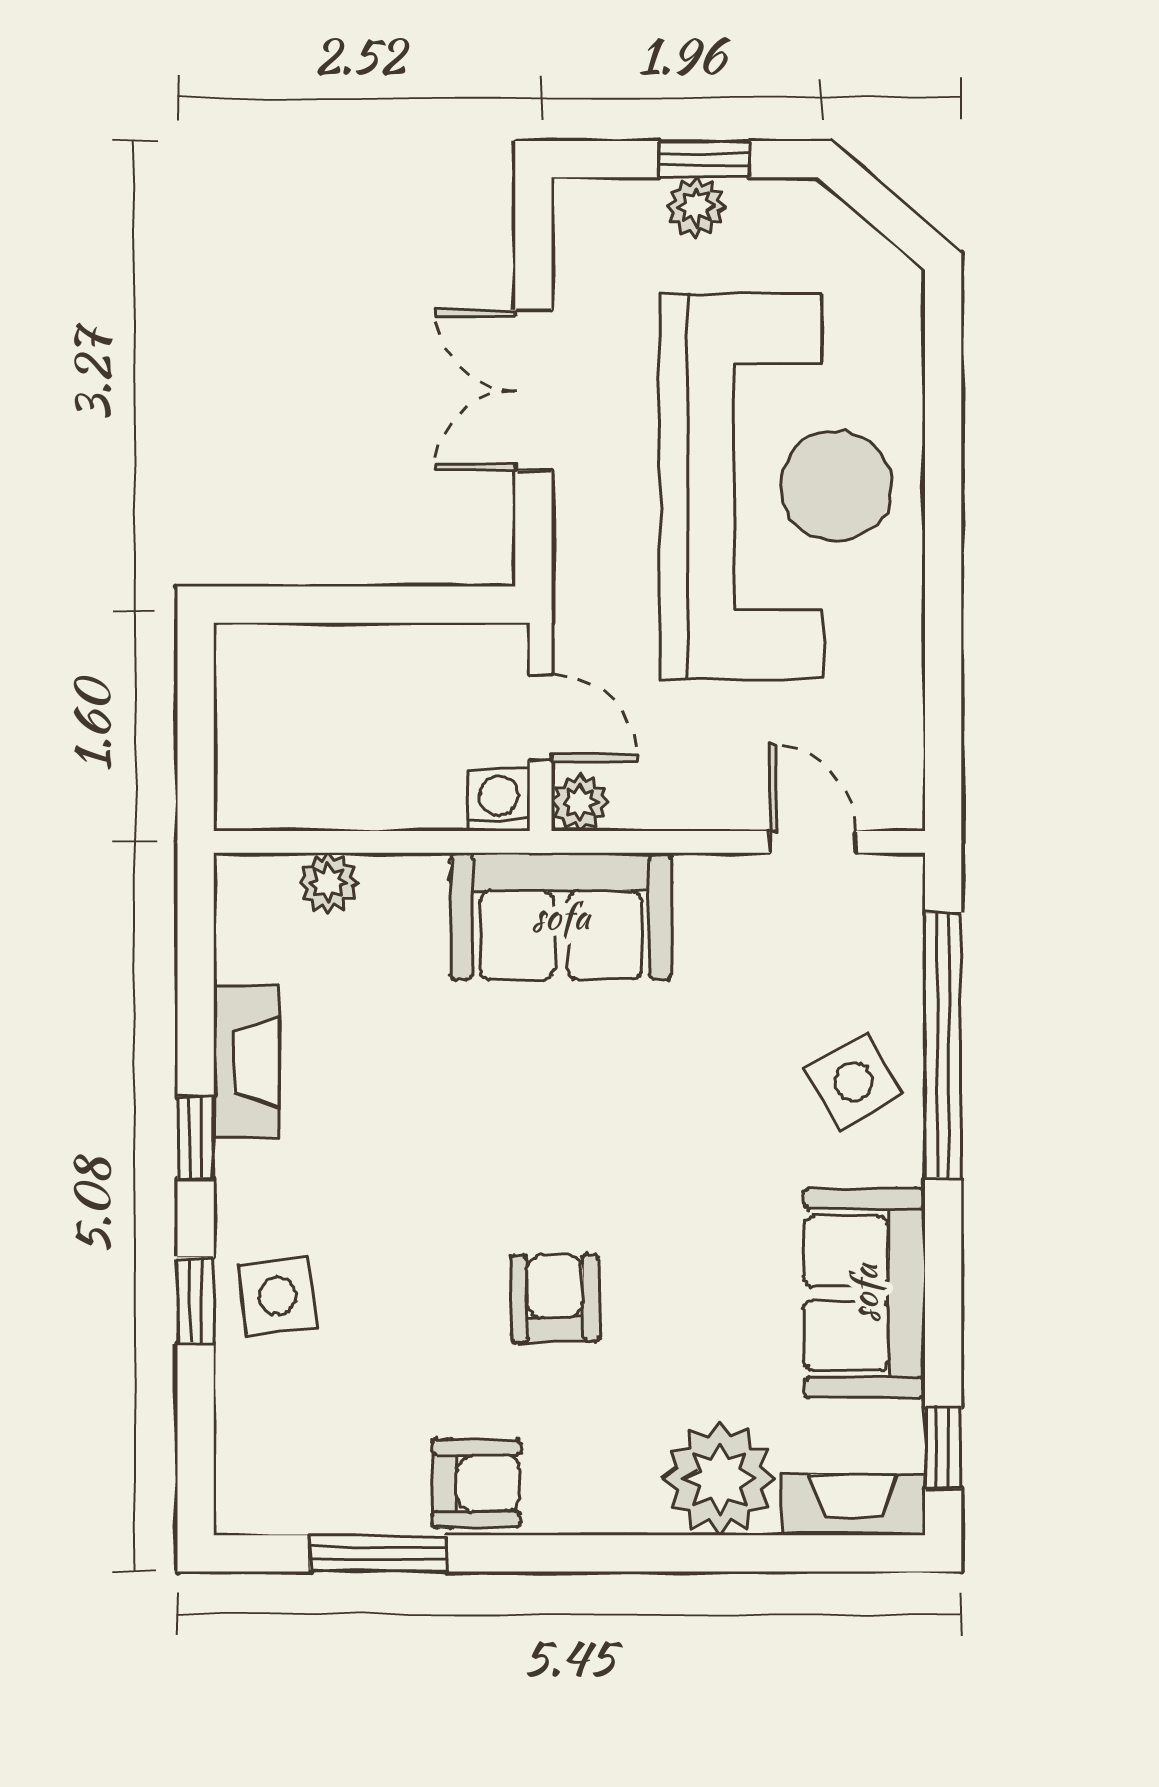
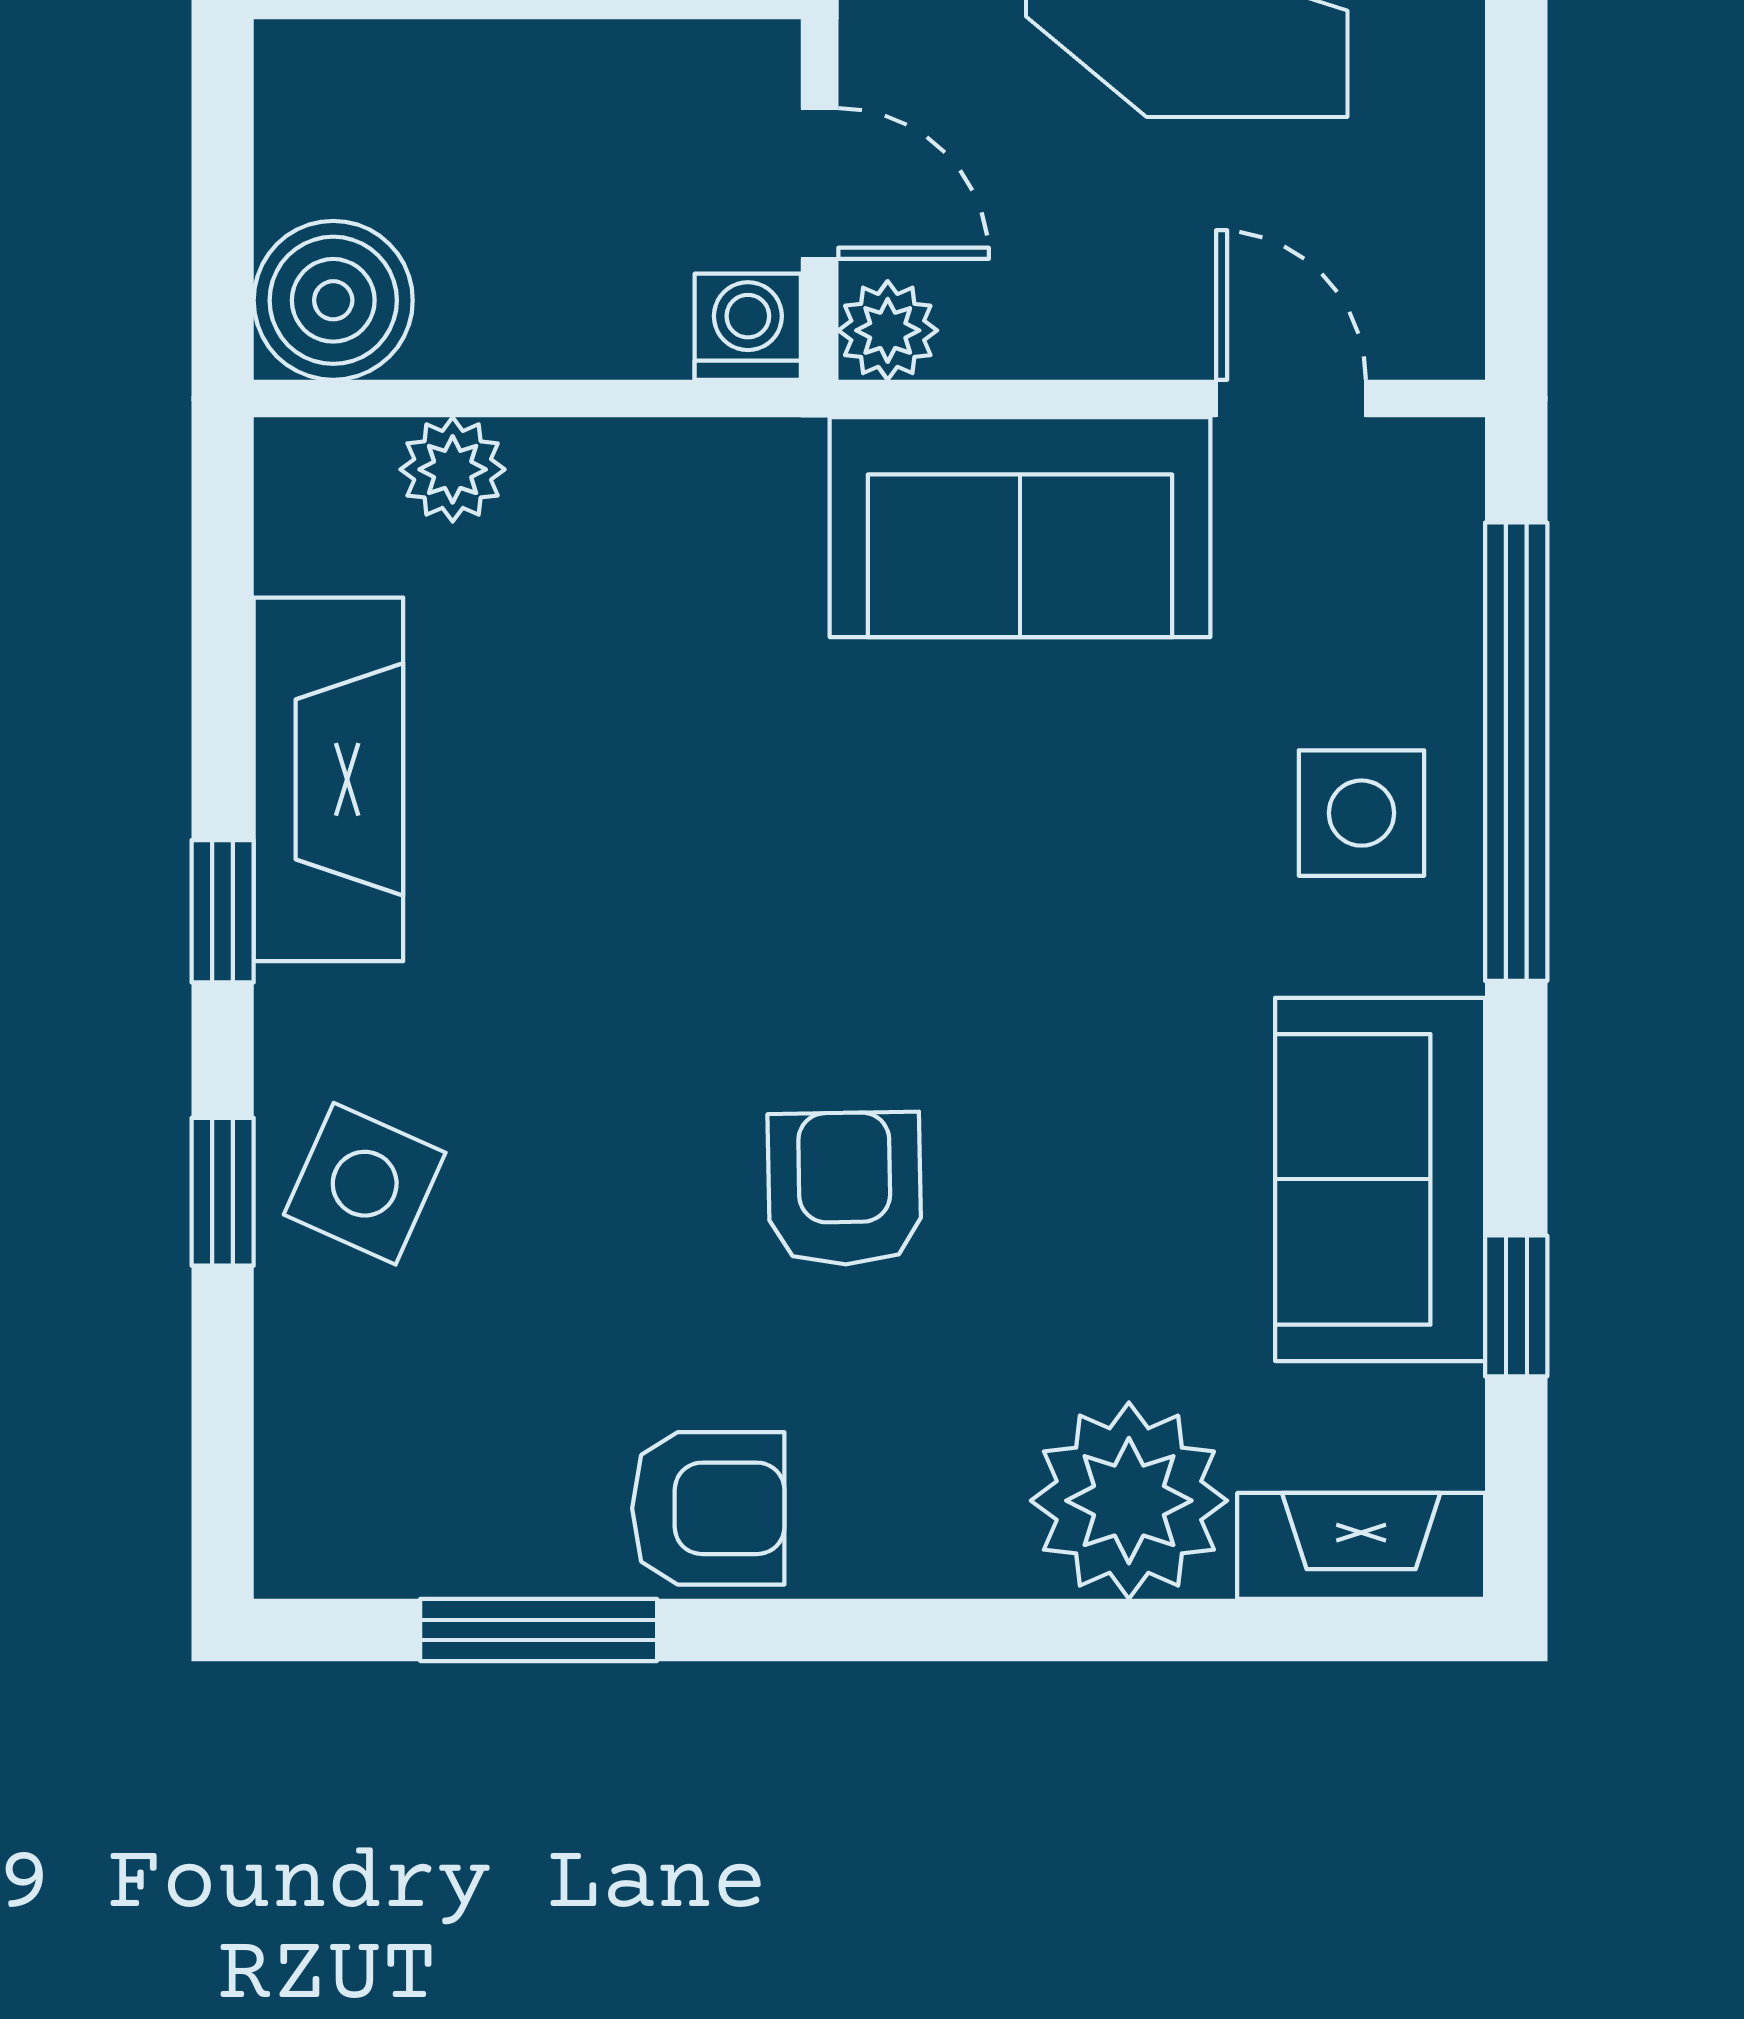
boiler: (260, 785) -> (333, 300), added
sofa: (561, 916) -> (1020, 527), moved
fireplace: (246, 1062) -> (328, 779), width x1.37, depth x1.32
side table: (854, 1081) -> (1361, 813), turned 30
side table: (278, 1296) -> (365, 1184), turned 31
window: (943, 1448) -> (1516, 1306), moved

